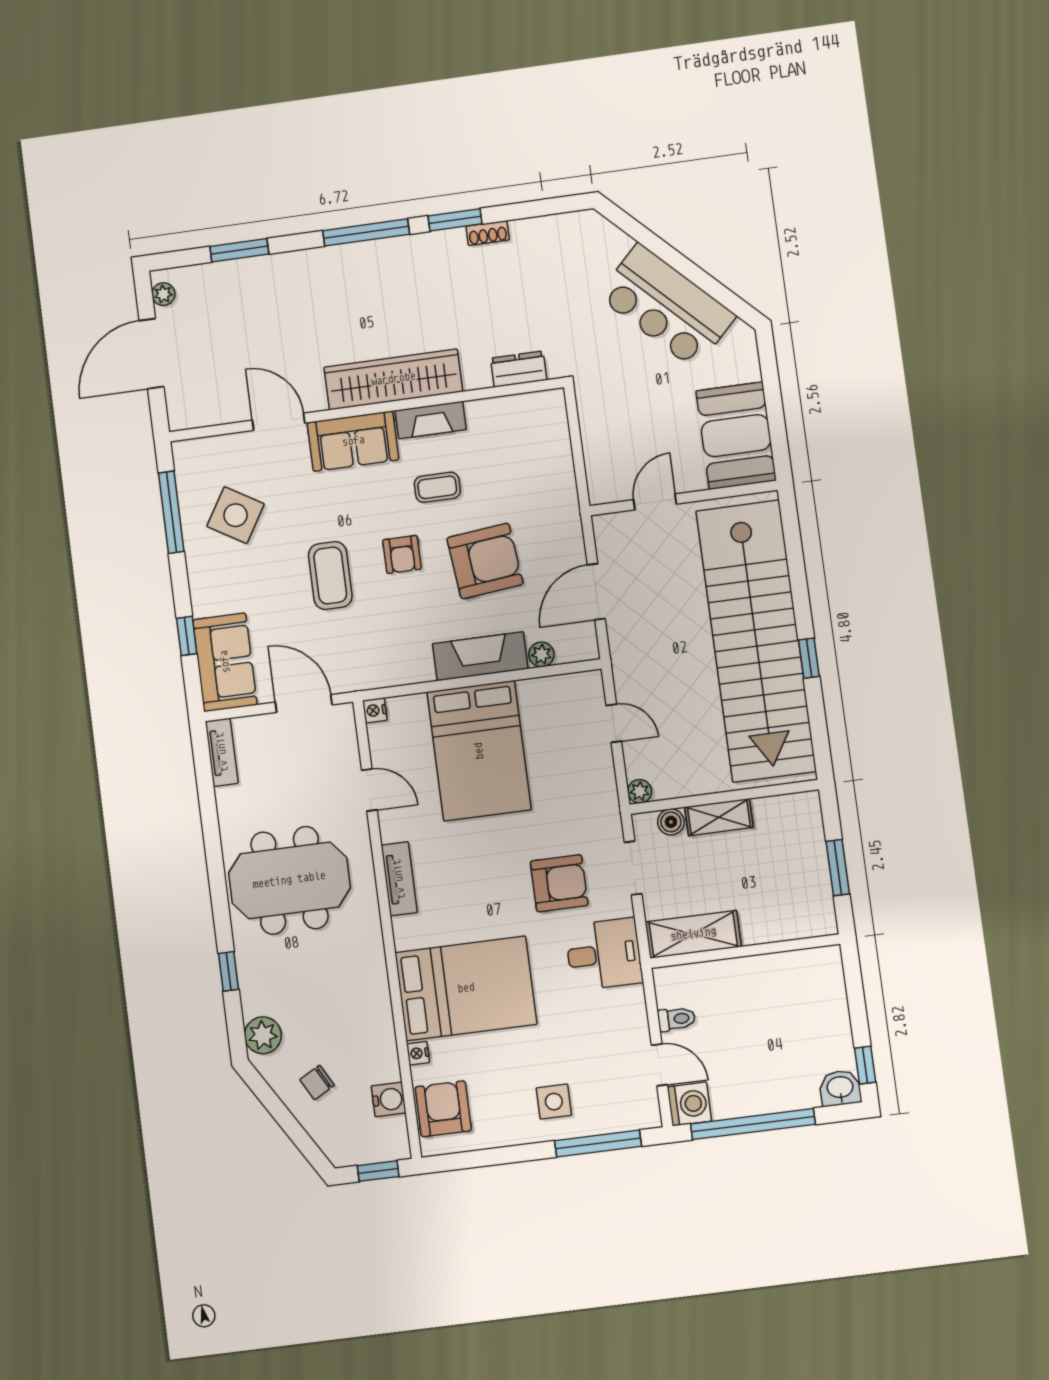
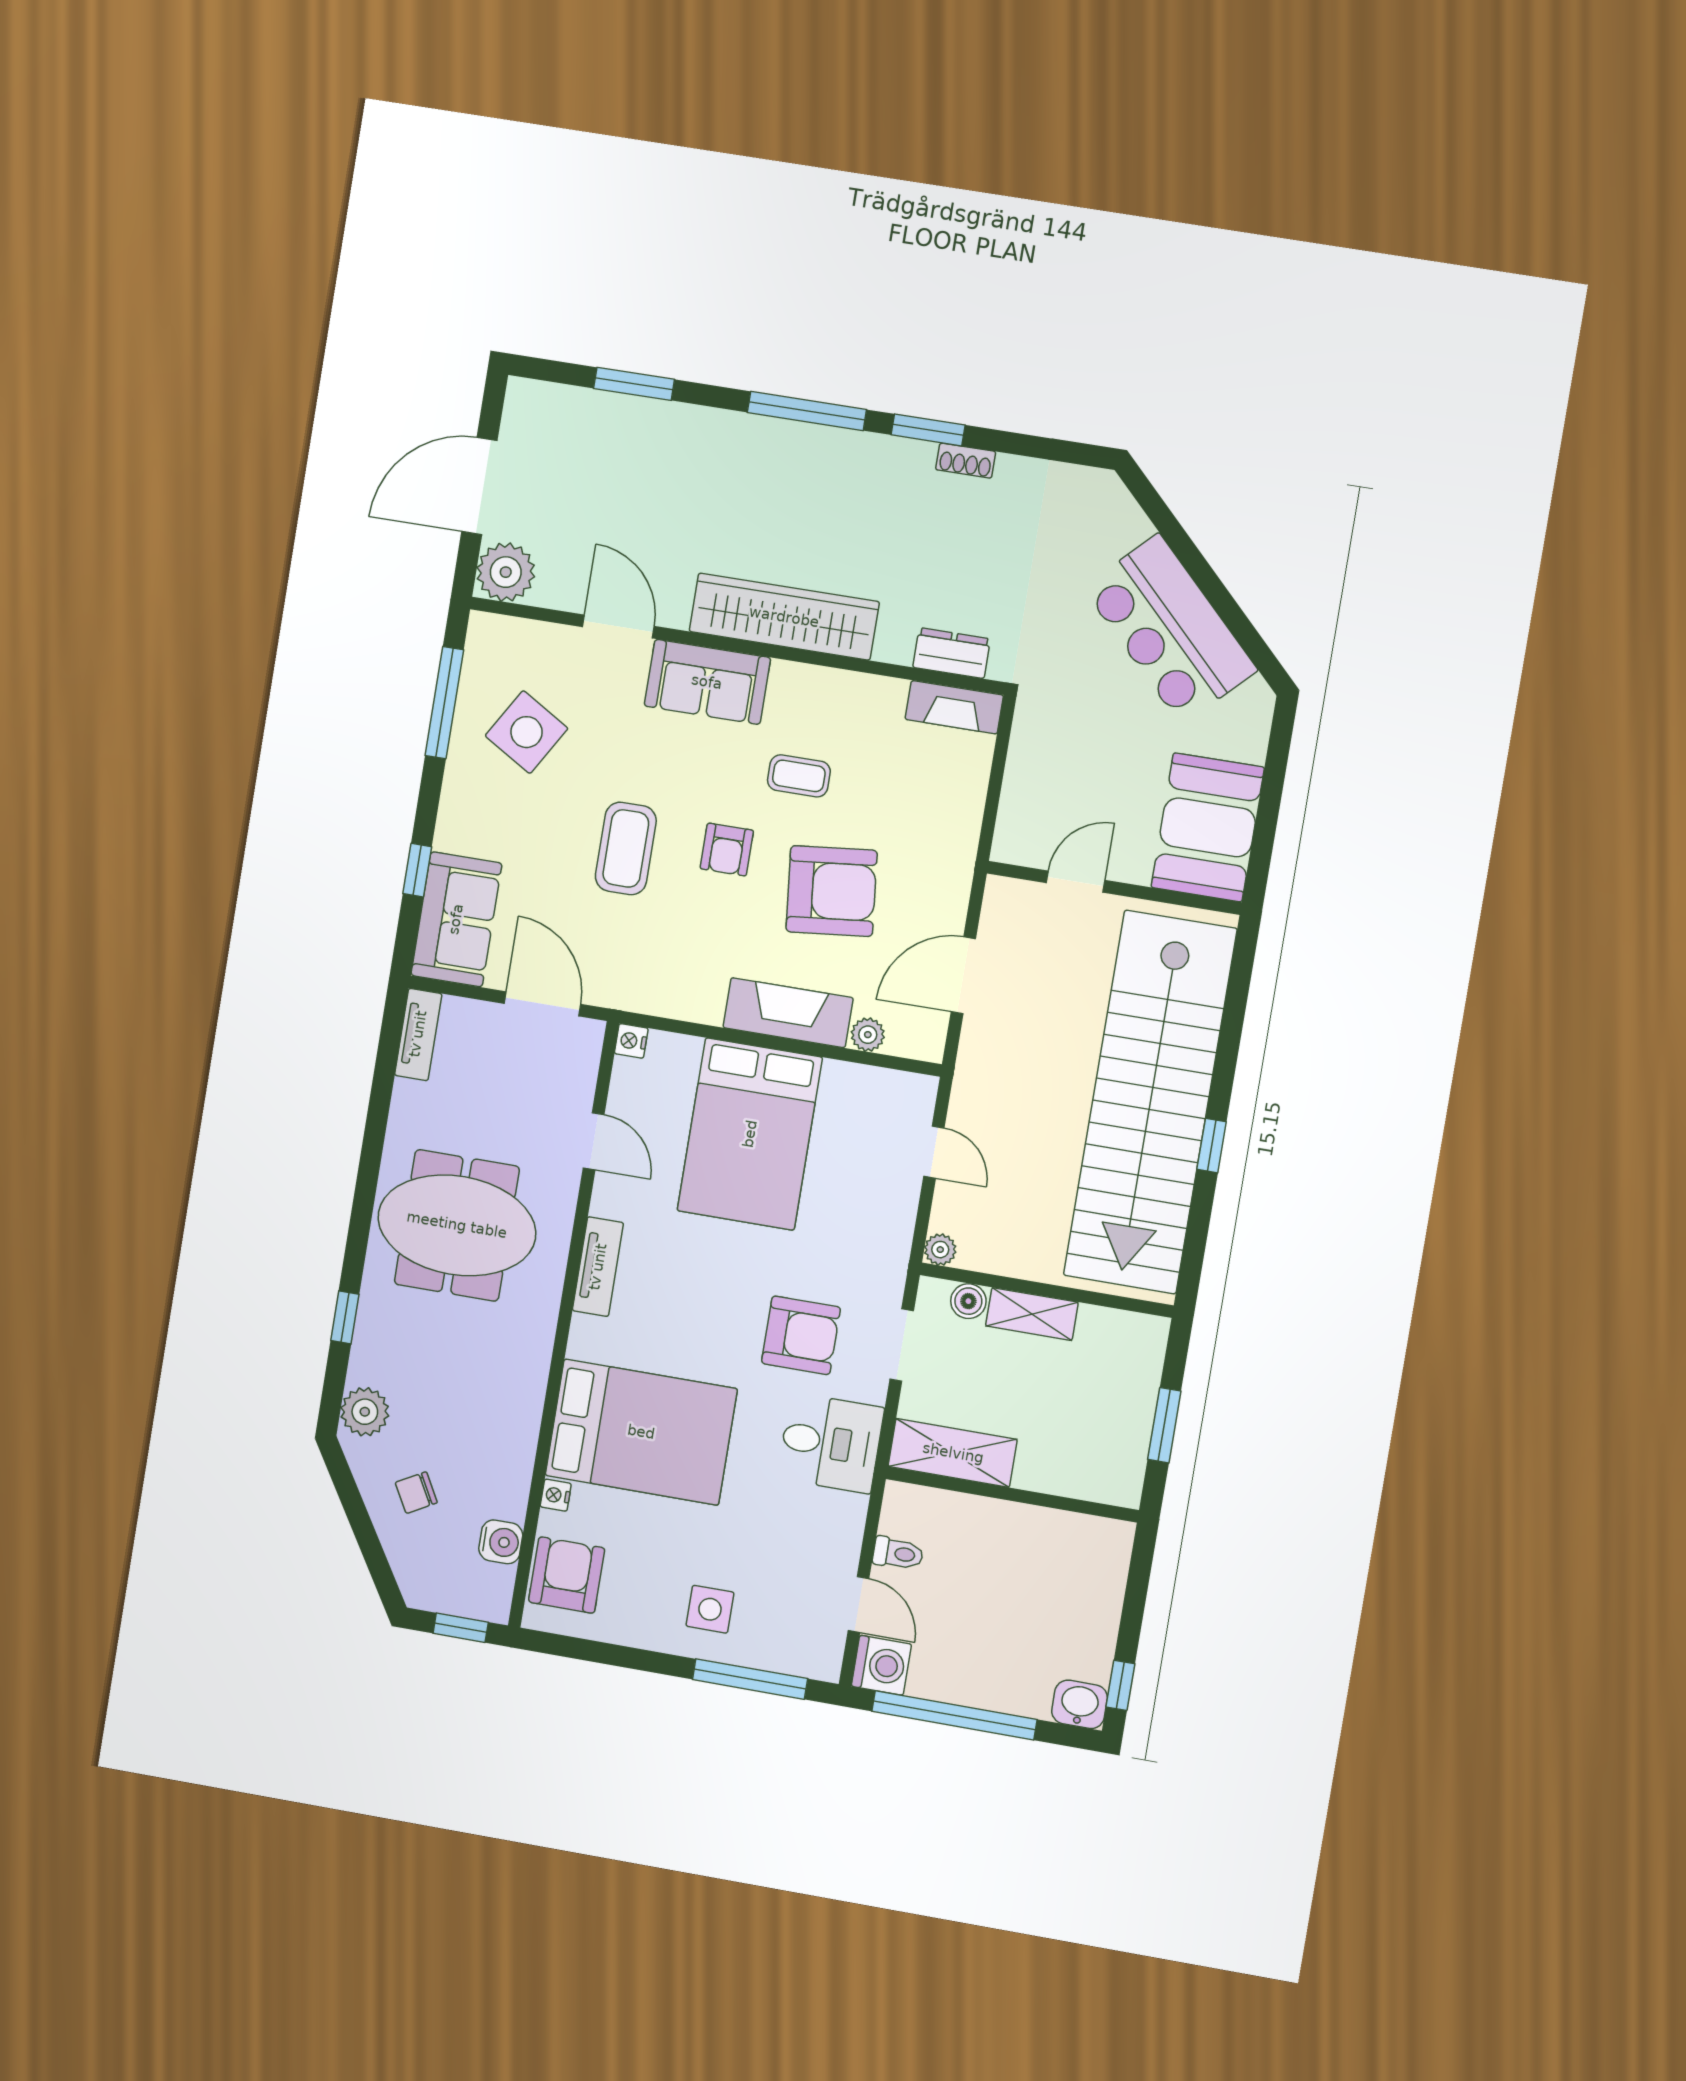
plant: (163, 294) -> (506, 572), moved, width x1.87, depth x1.87
fireplace: (431, 420) -> (954, 707), moved

